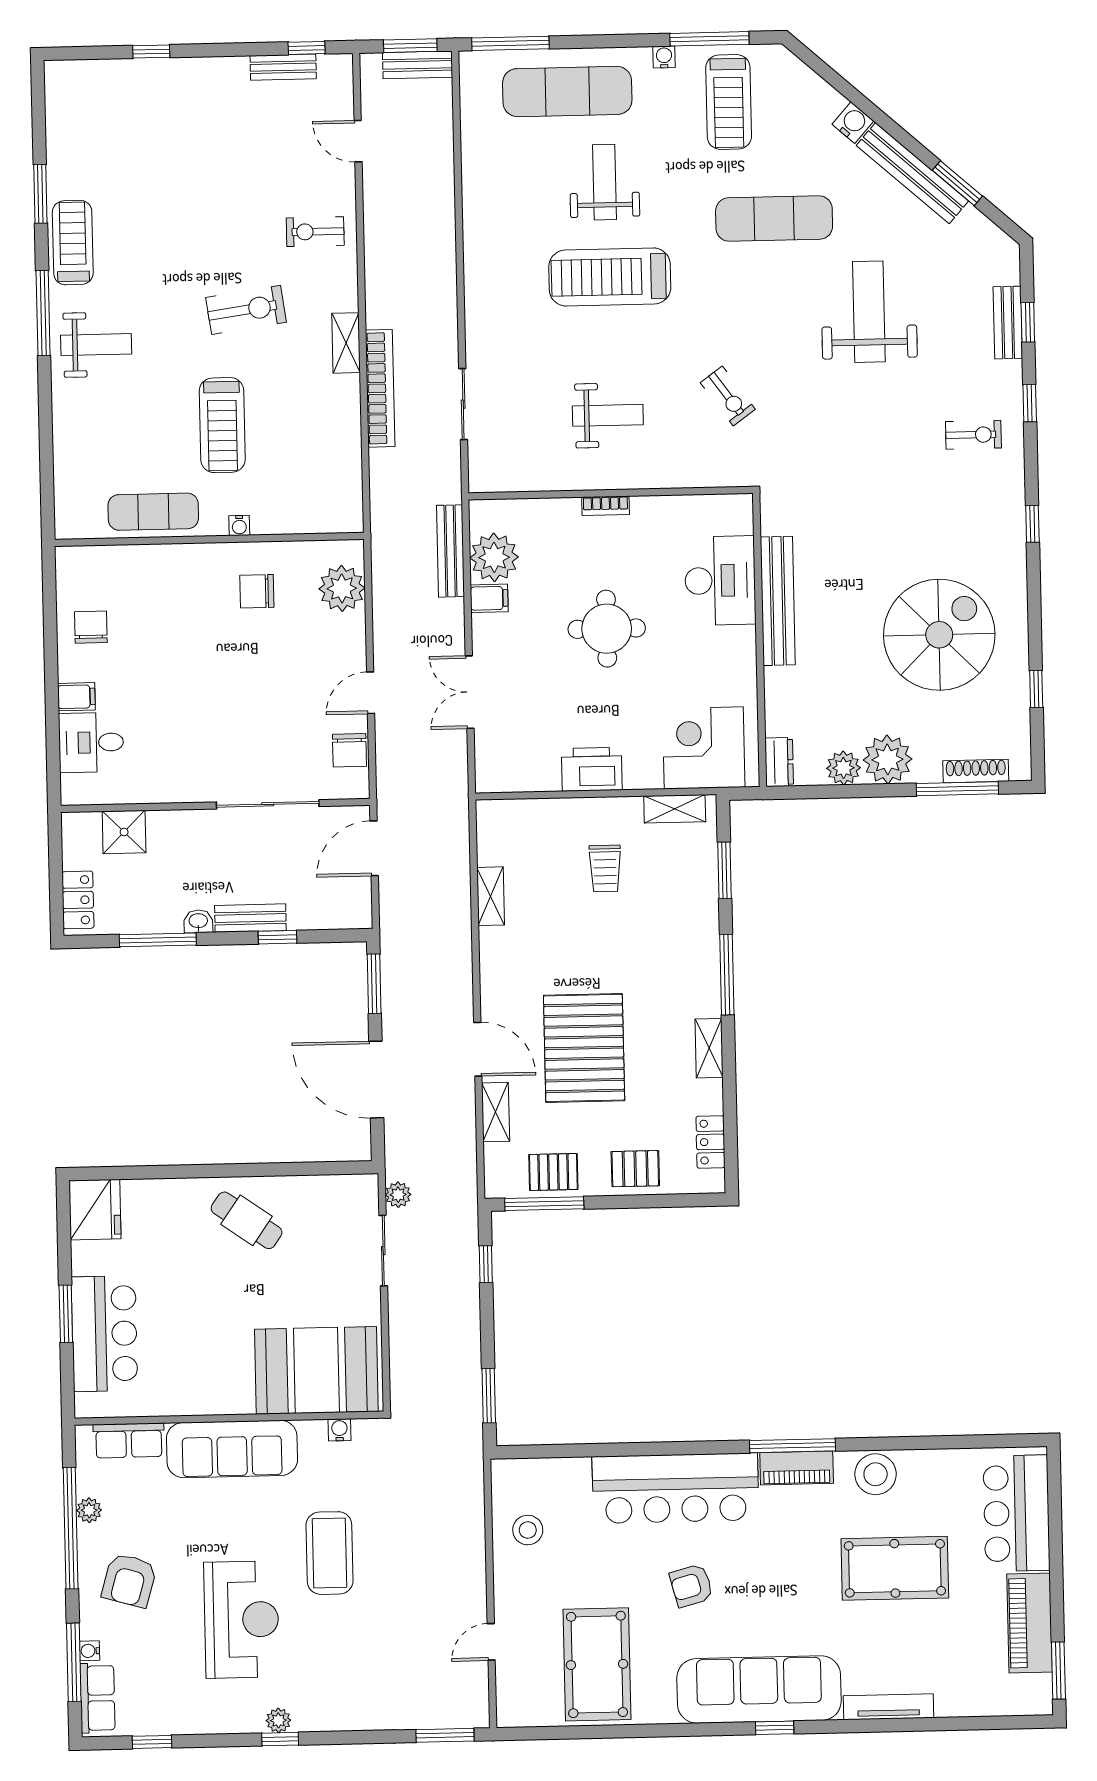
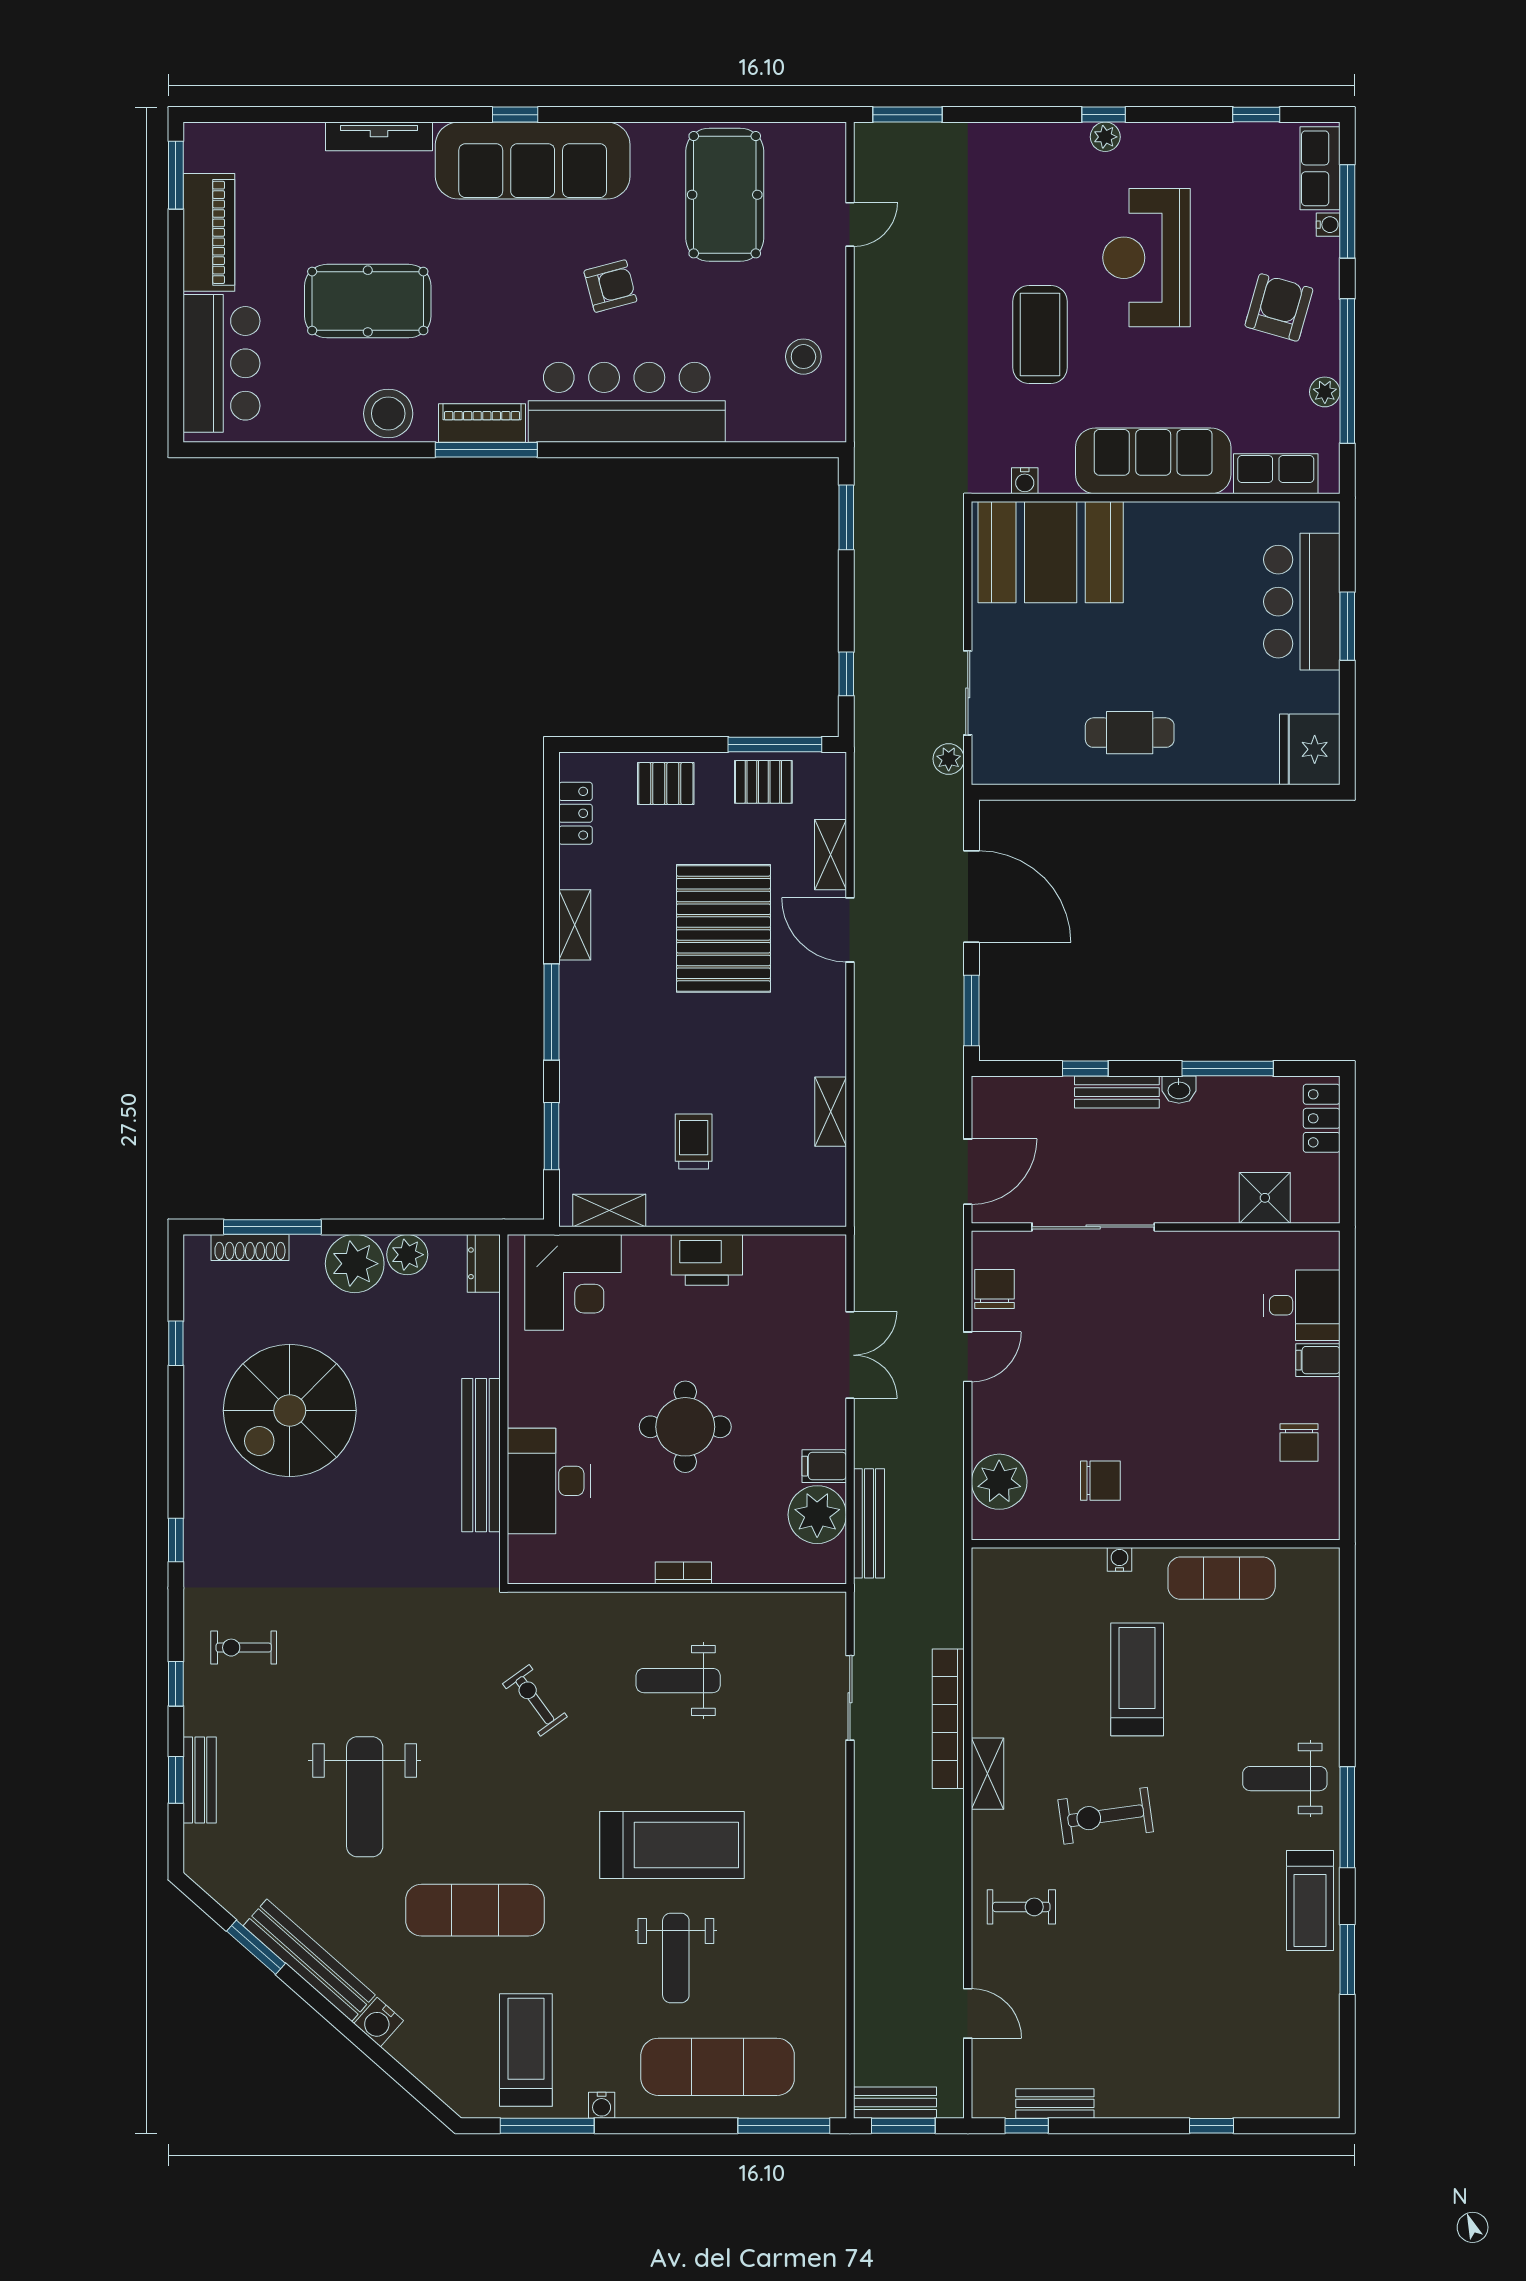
cafe table: (247, 1220) -> (1130, 733), turned -35

